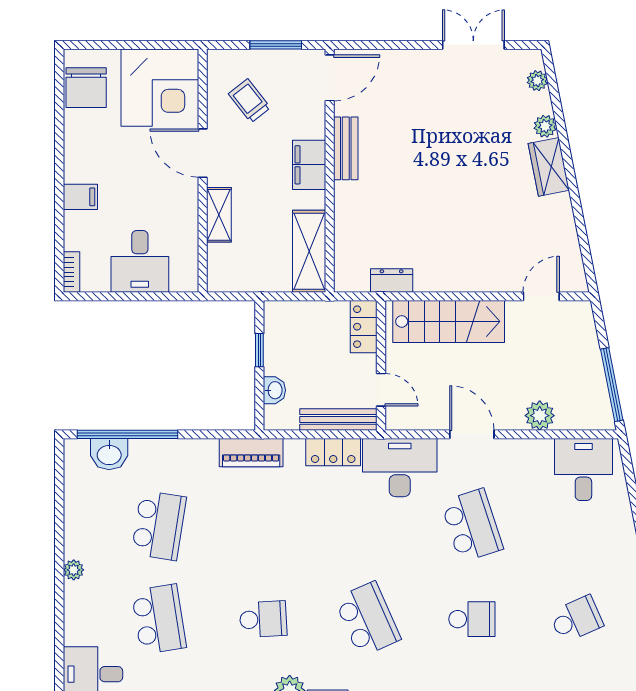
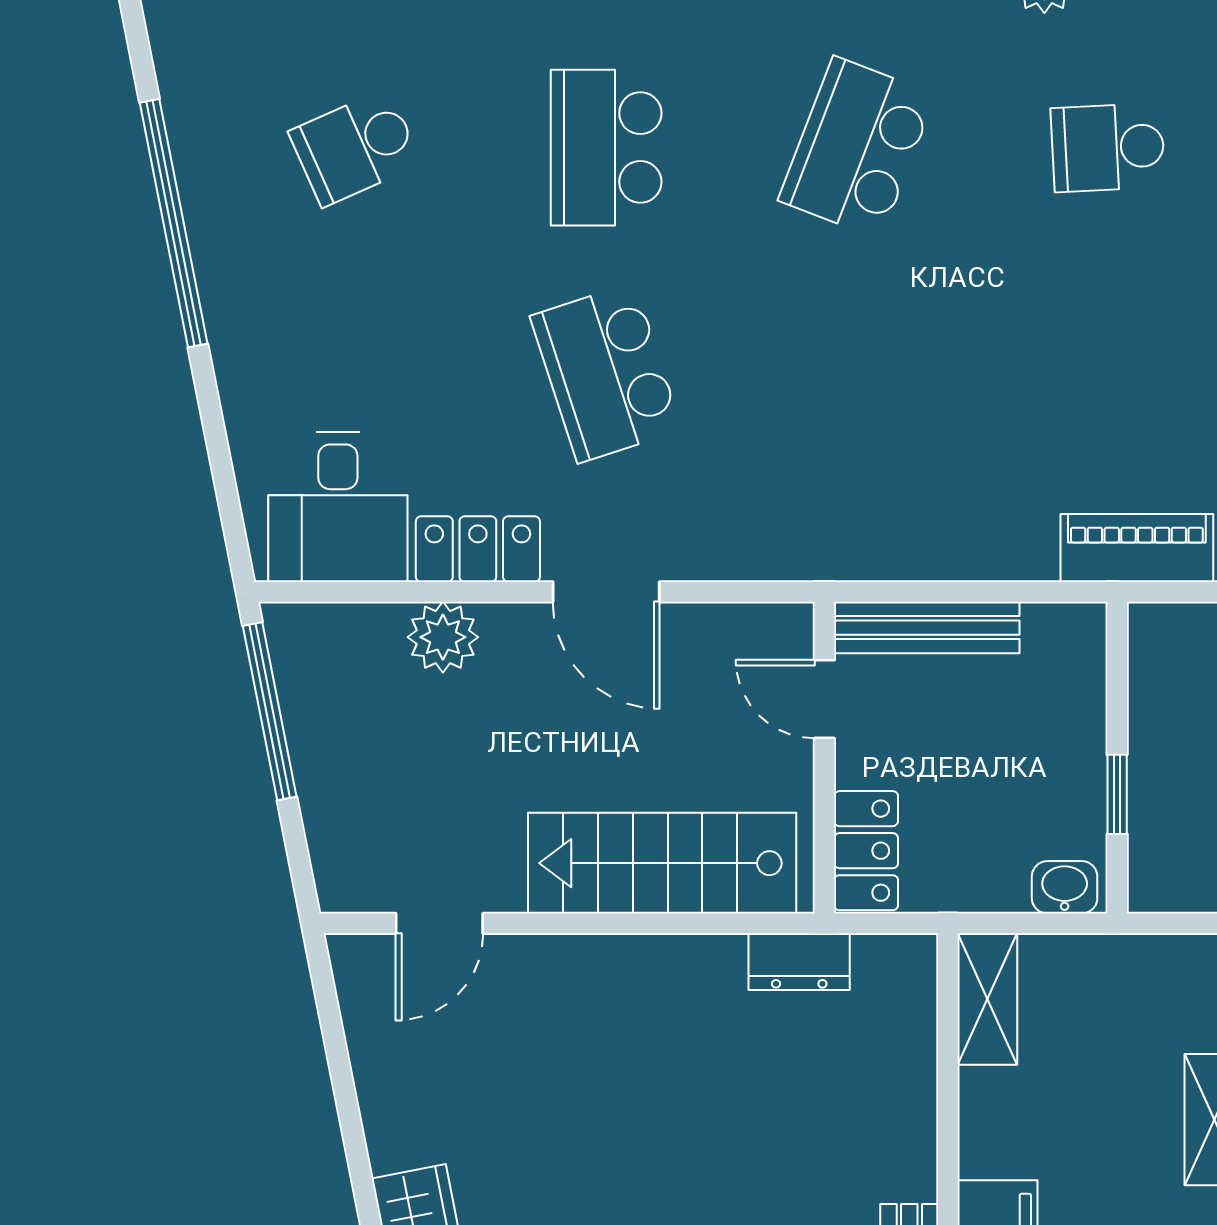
shelving: (309, 251) -> (987, 999), width x0.67, depth x0.75
washbasin: (274, 390) -> (1065, 887), moved, turned 90
locker: (333, 452) -> (478, 549), moved
desk: (400, 468) -> (780, 512), removed
school desk: (368, 619) -> (857, 148), turned 45
school desk: (472, 619) -> (606, 148), width x1.85

